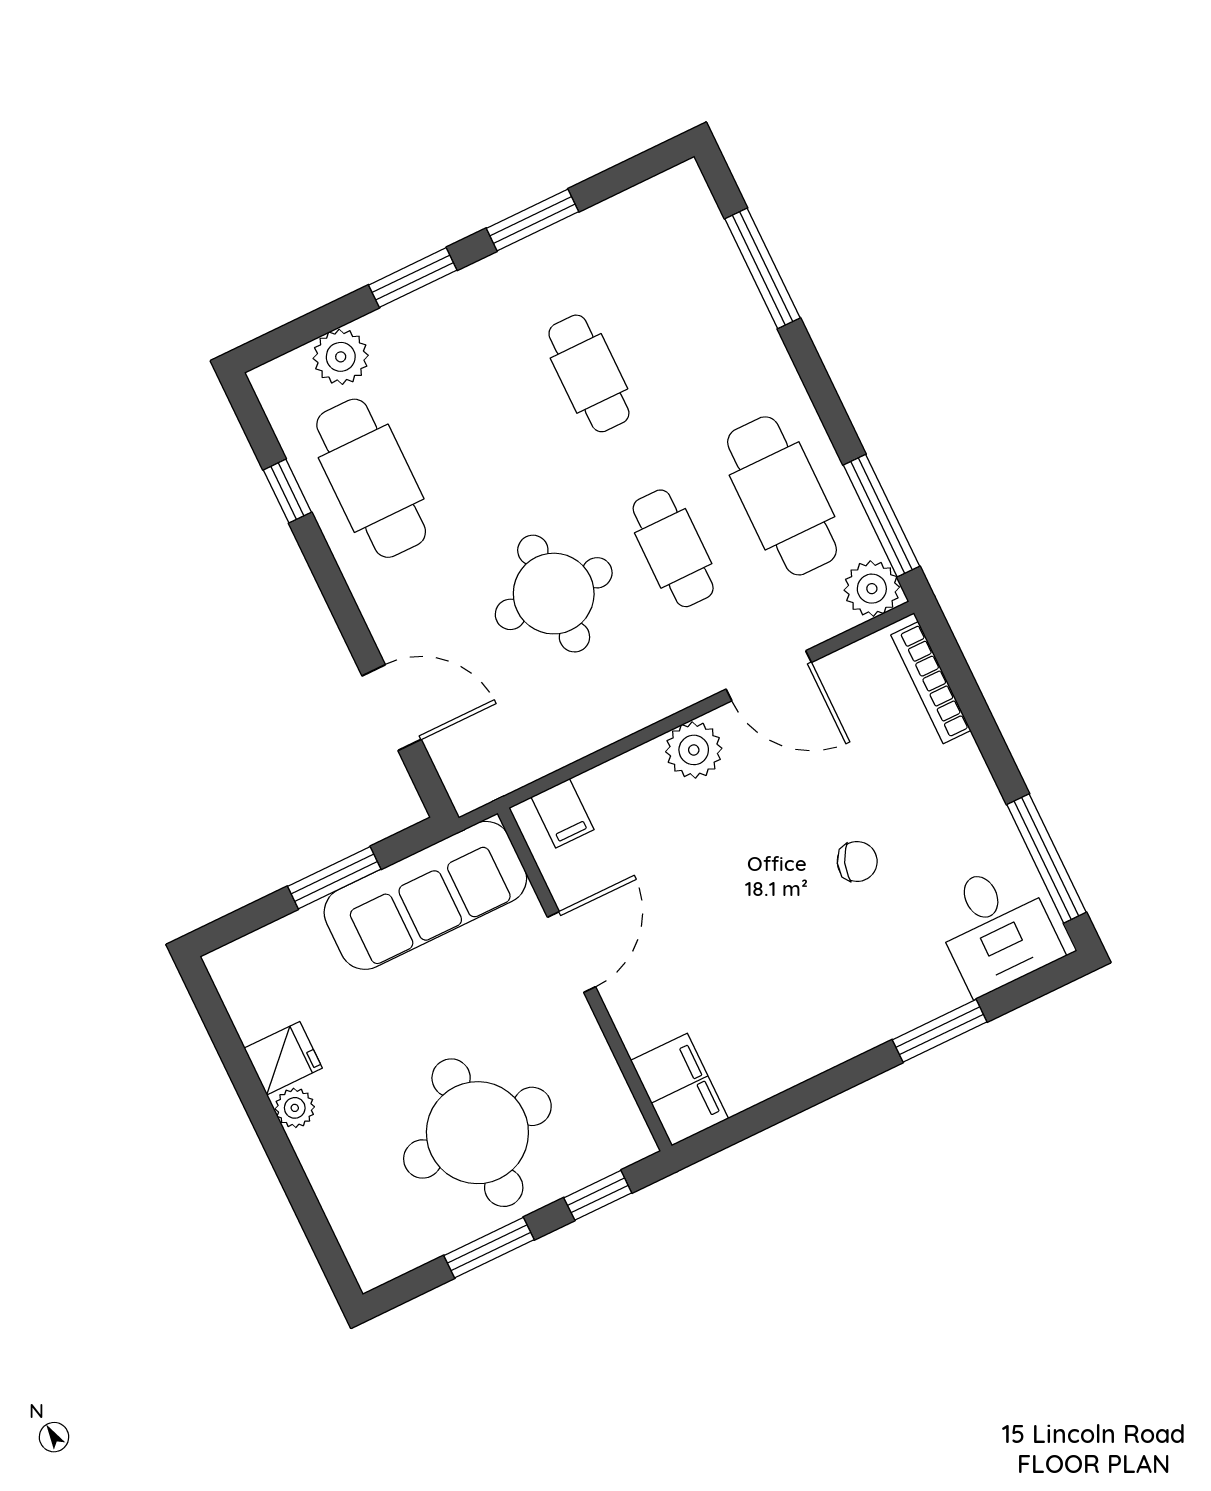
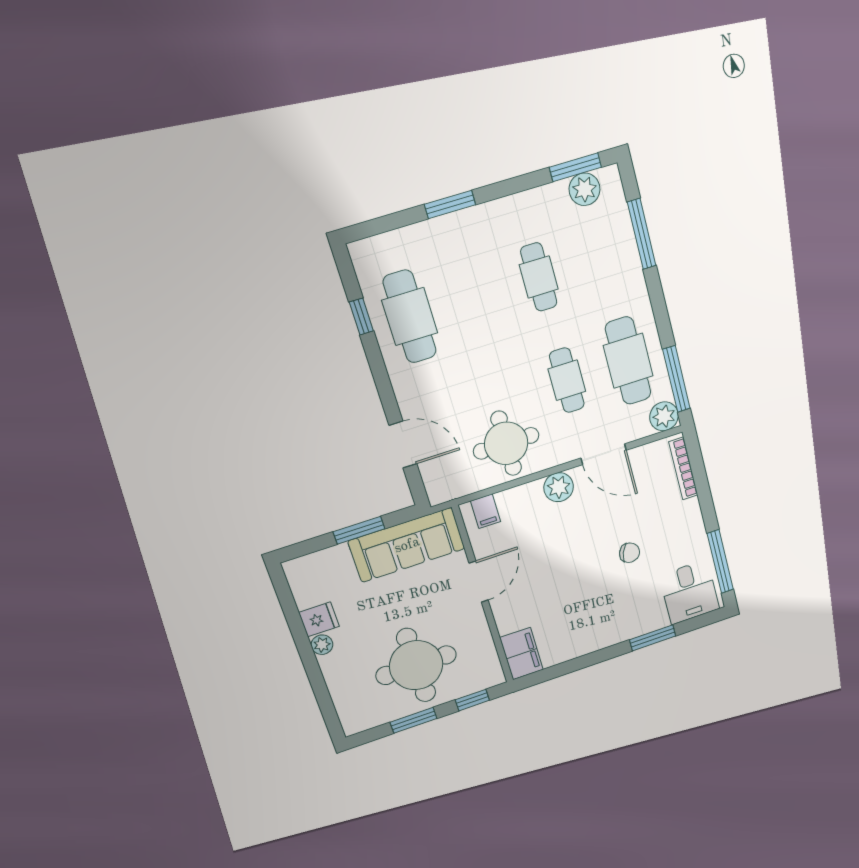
window: (532, 220) -> (575, 167), moved
plant: (341, 357) -> (585, 189), moved
round table: (554, 594) -> (506, 443), moved

